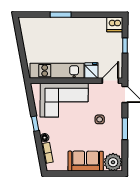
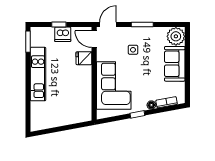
window: (61, 15) -> (28, 42), moved
dishwasher: (115, 24) -> (63, 34), moved, turned 90
kitchen unit: (57, 71) -> (38, 74), moved, turned 180

